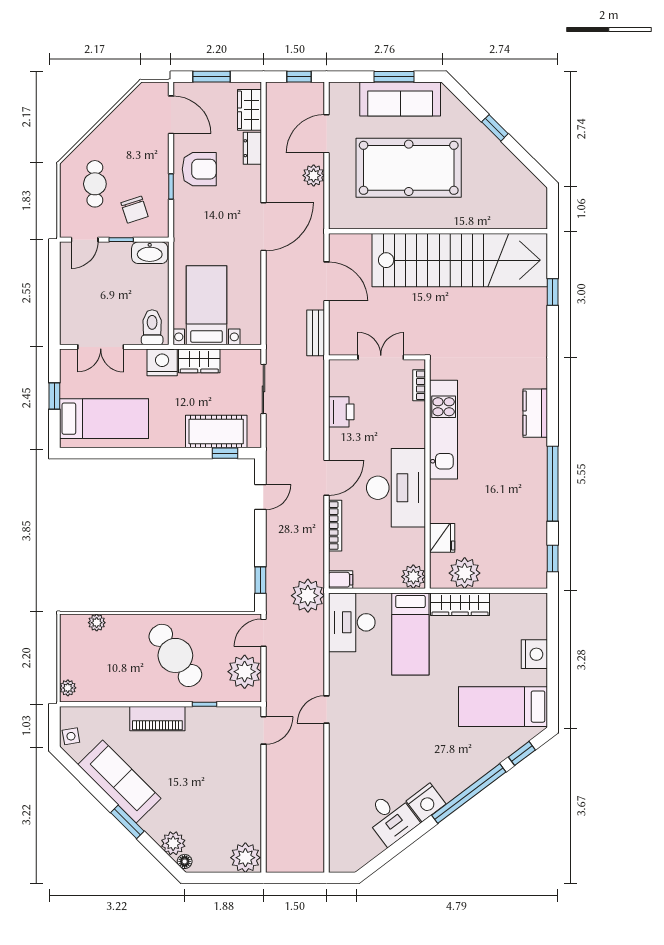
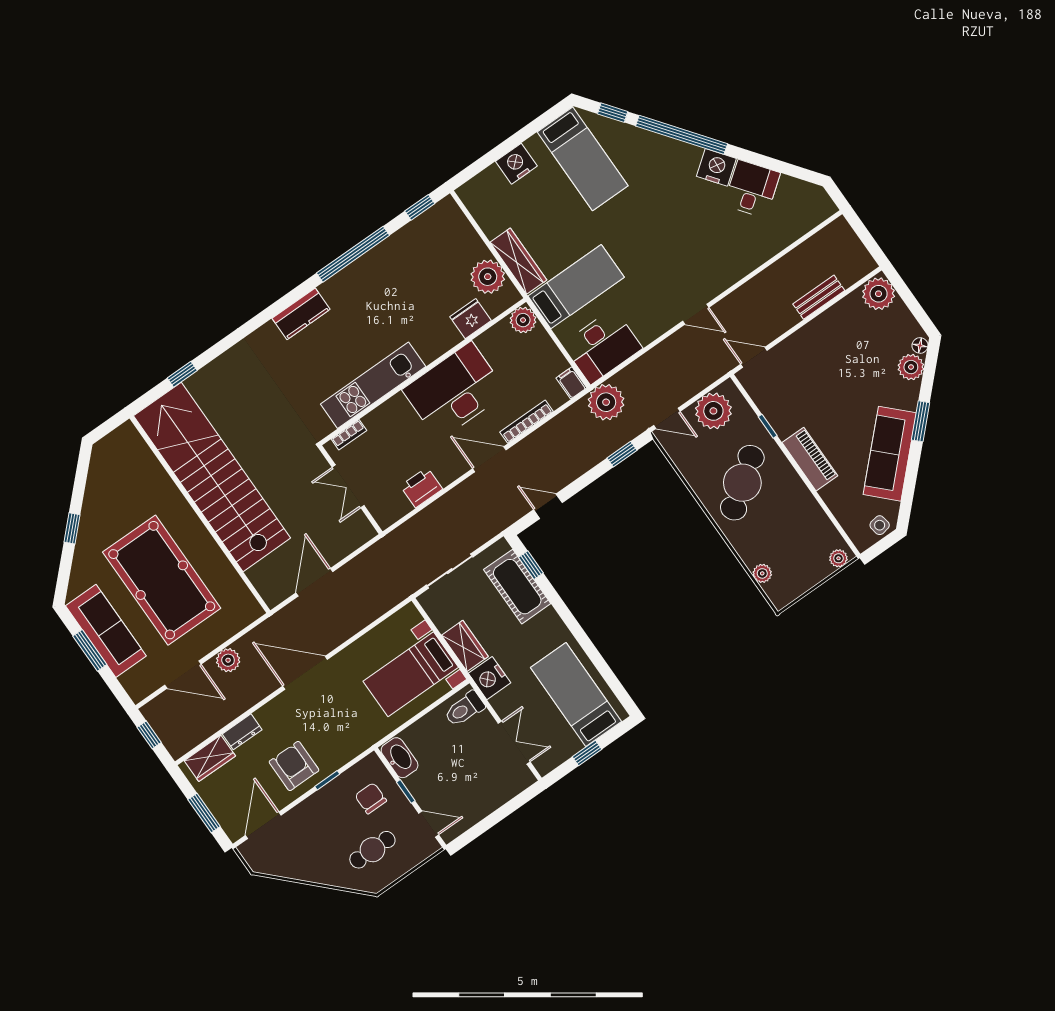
chair: (134, 210) -> (371, 798), turned -72
bench: (316, 333) -> (819, 297), moved

